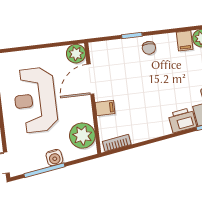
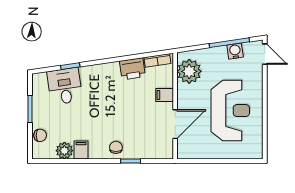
plant: (76, 54) -> (186, 150), removed
printer: (182, 120) -> (132, 69), moved
water cooler: (54, 158) -> (235, 51), moved

